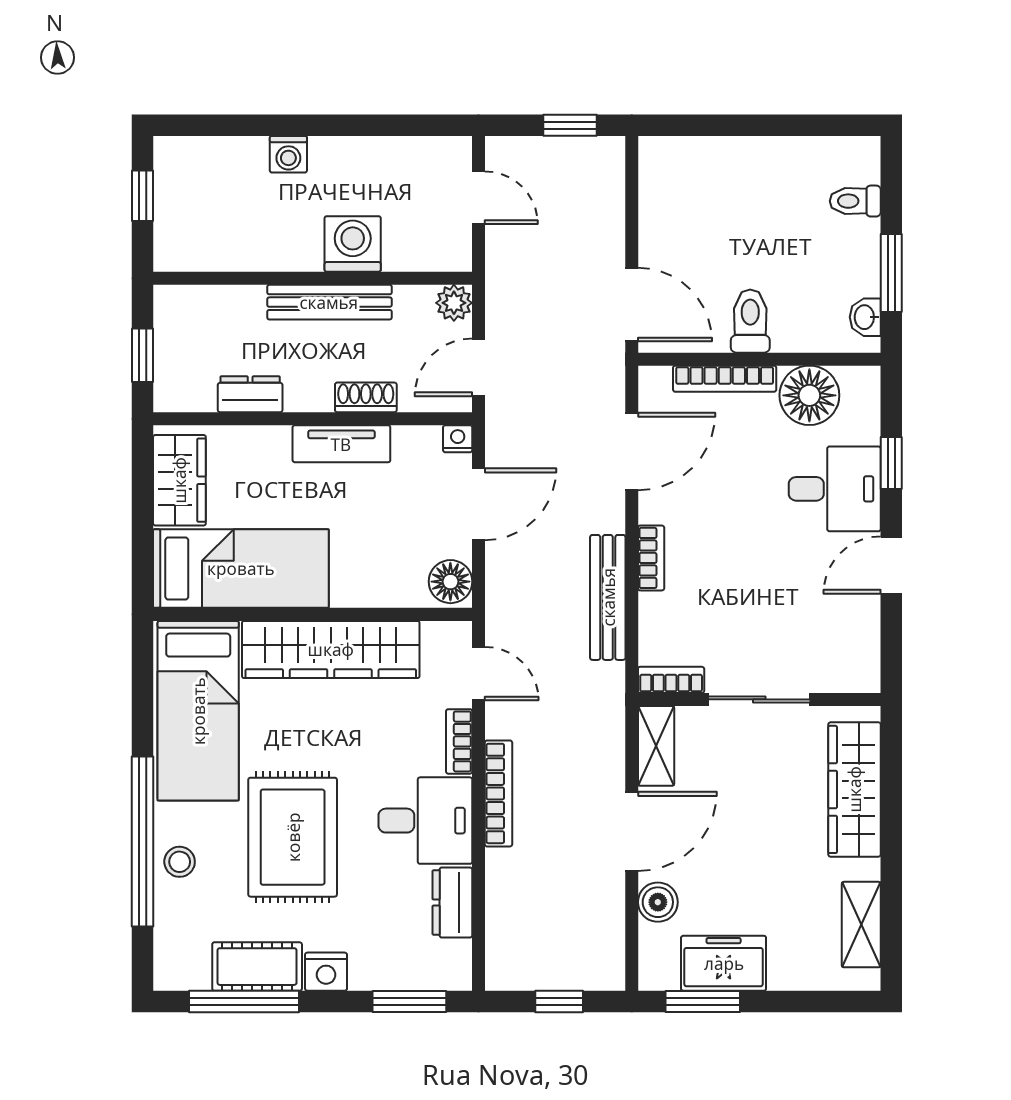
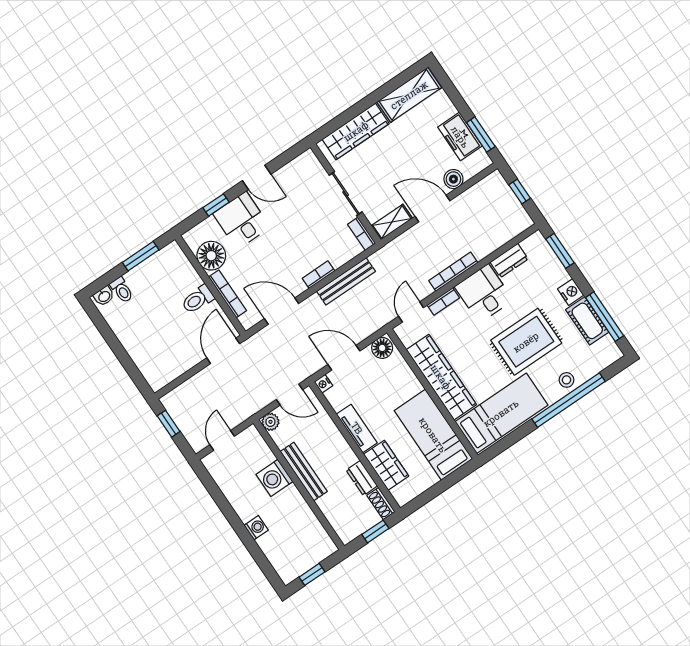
washbasin: (865, 317) -> (104, 296), moved
shoe rack: (366, 397) -> (381, 504), moved
wardrobe: (179, 480) -> (386, 465), moved, turned 90
shelving: (861, 925) -> (409, 95), width x1.50, depth x1.33

